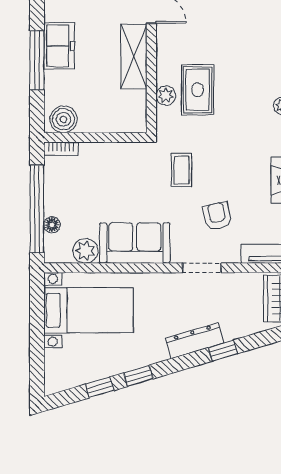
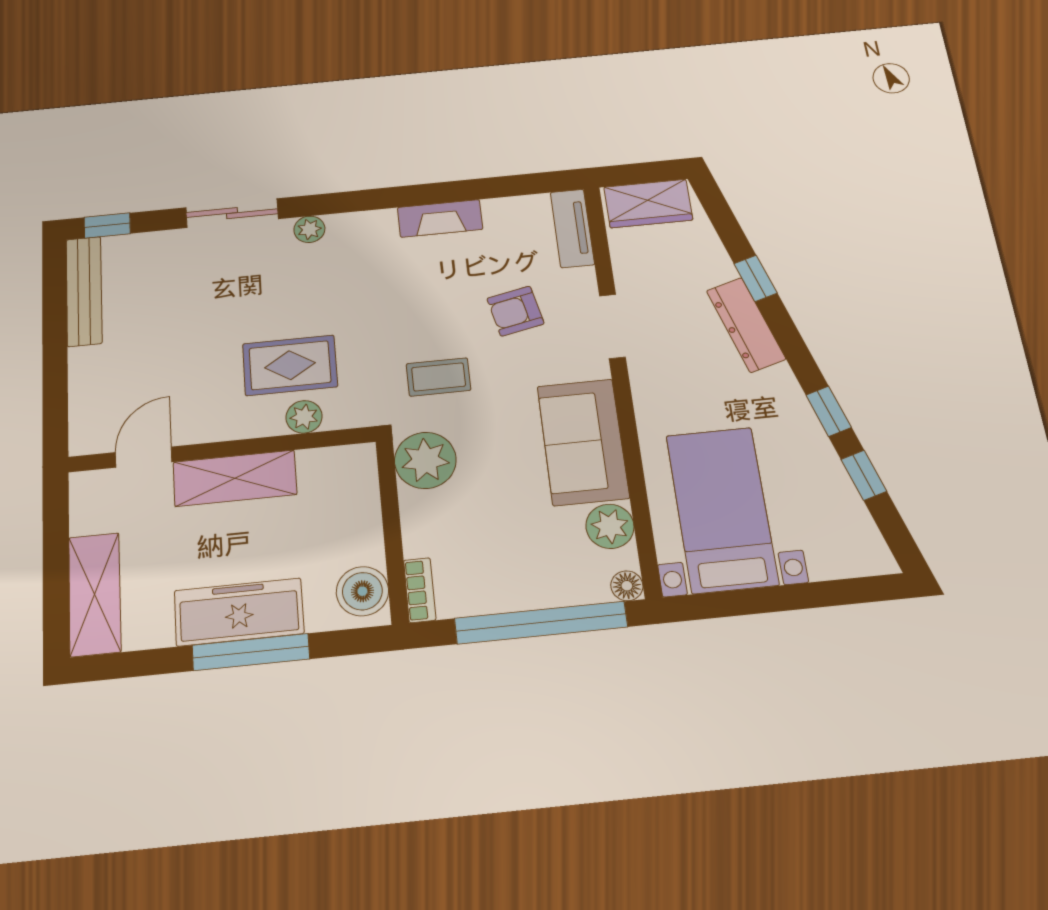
freezer: (59, 46) -> (239, 612), width x1.40
plant: (133, 158) -> (425, 460), added
floor lamp: (52, 225) -> (627, 586), moved

